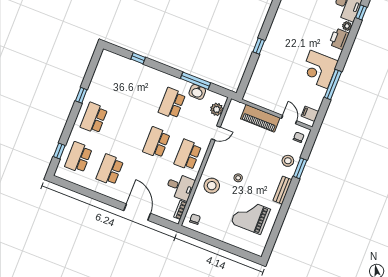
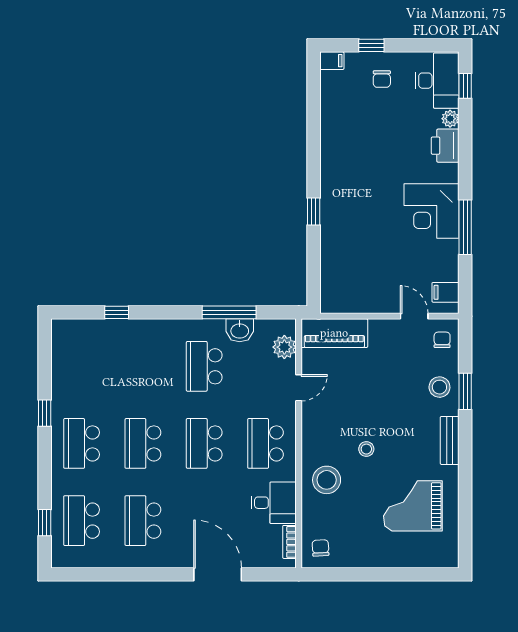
piano: (260, 118) -> (334, 333), moved
school desk: (125, 130) -> (143, 443), added

